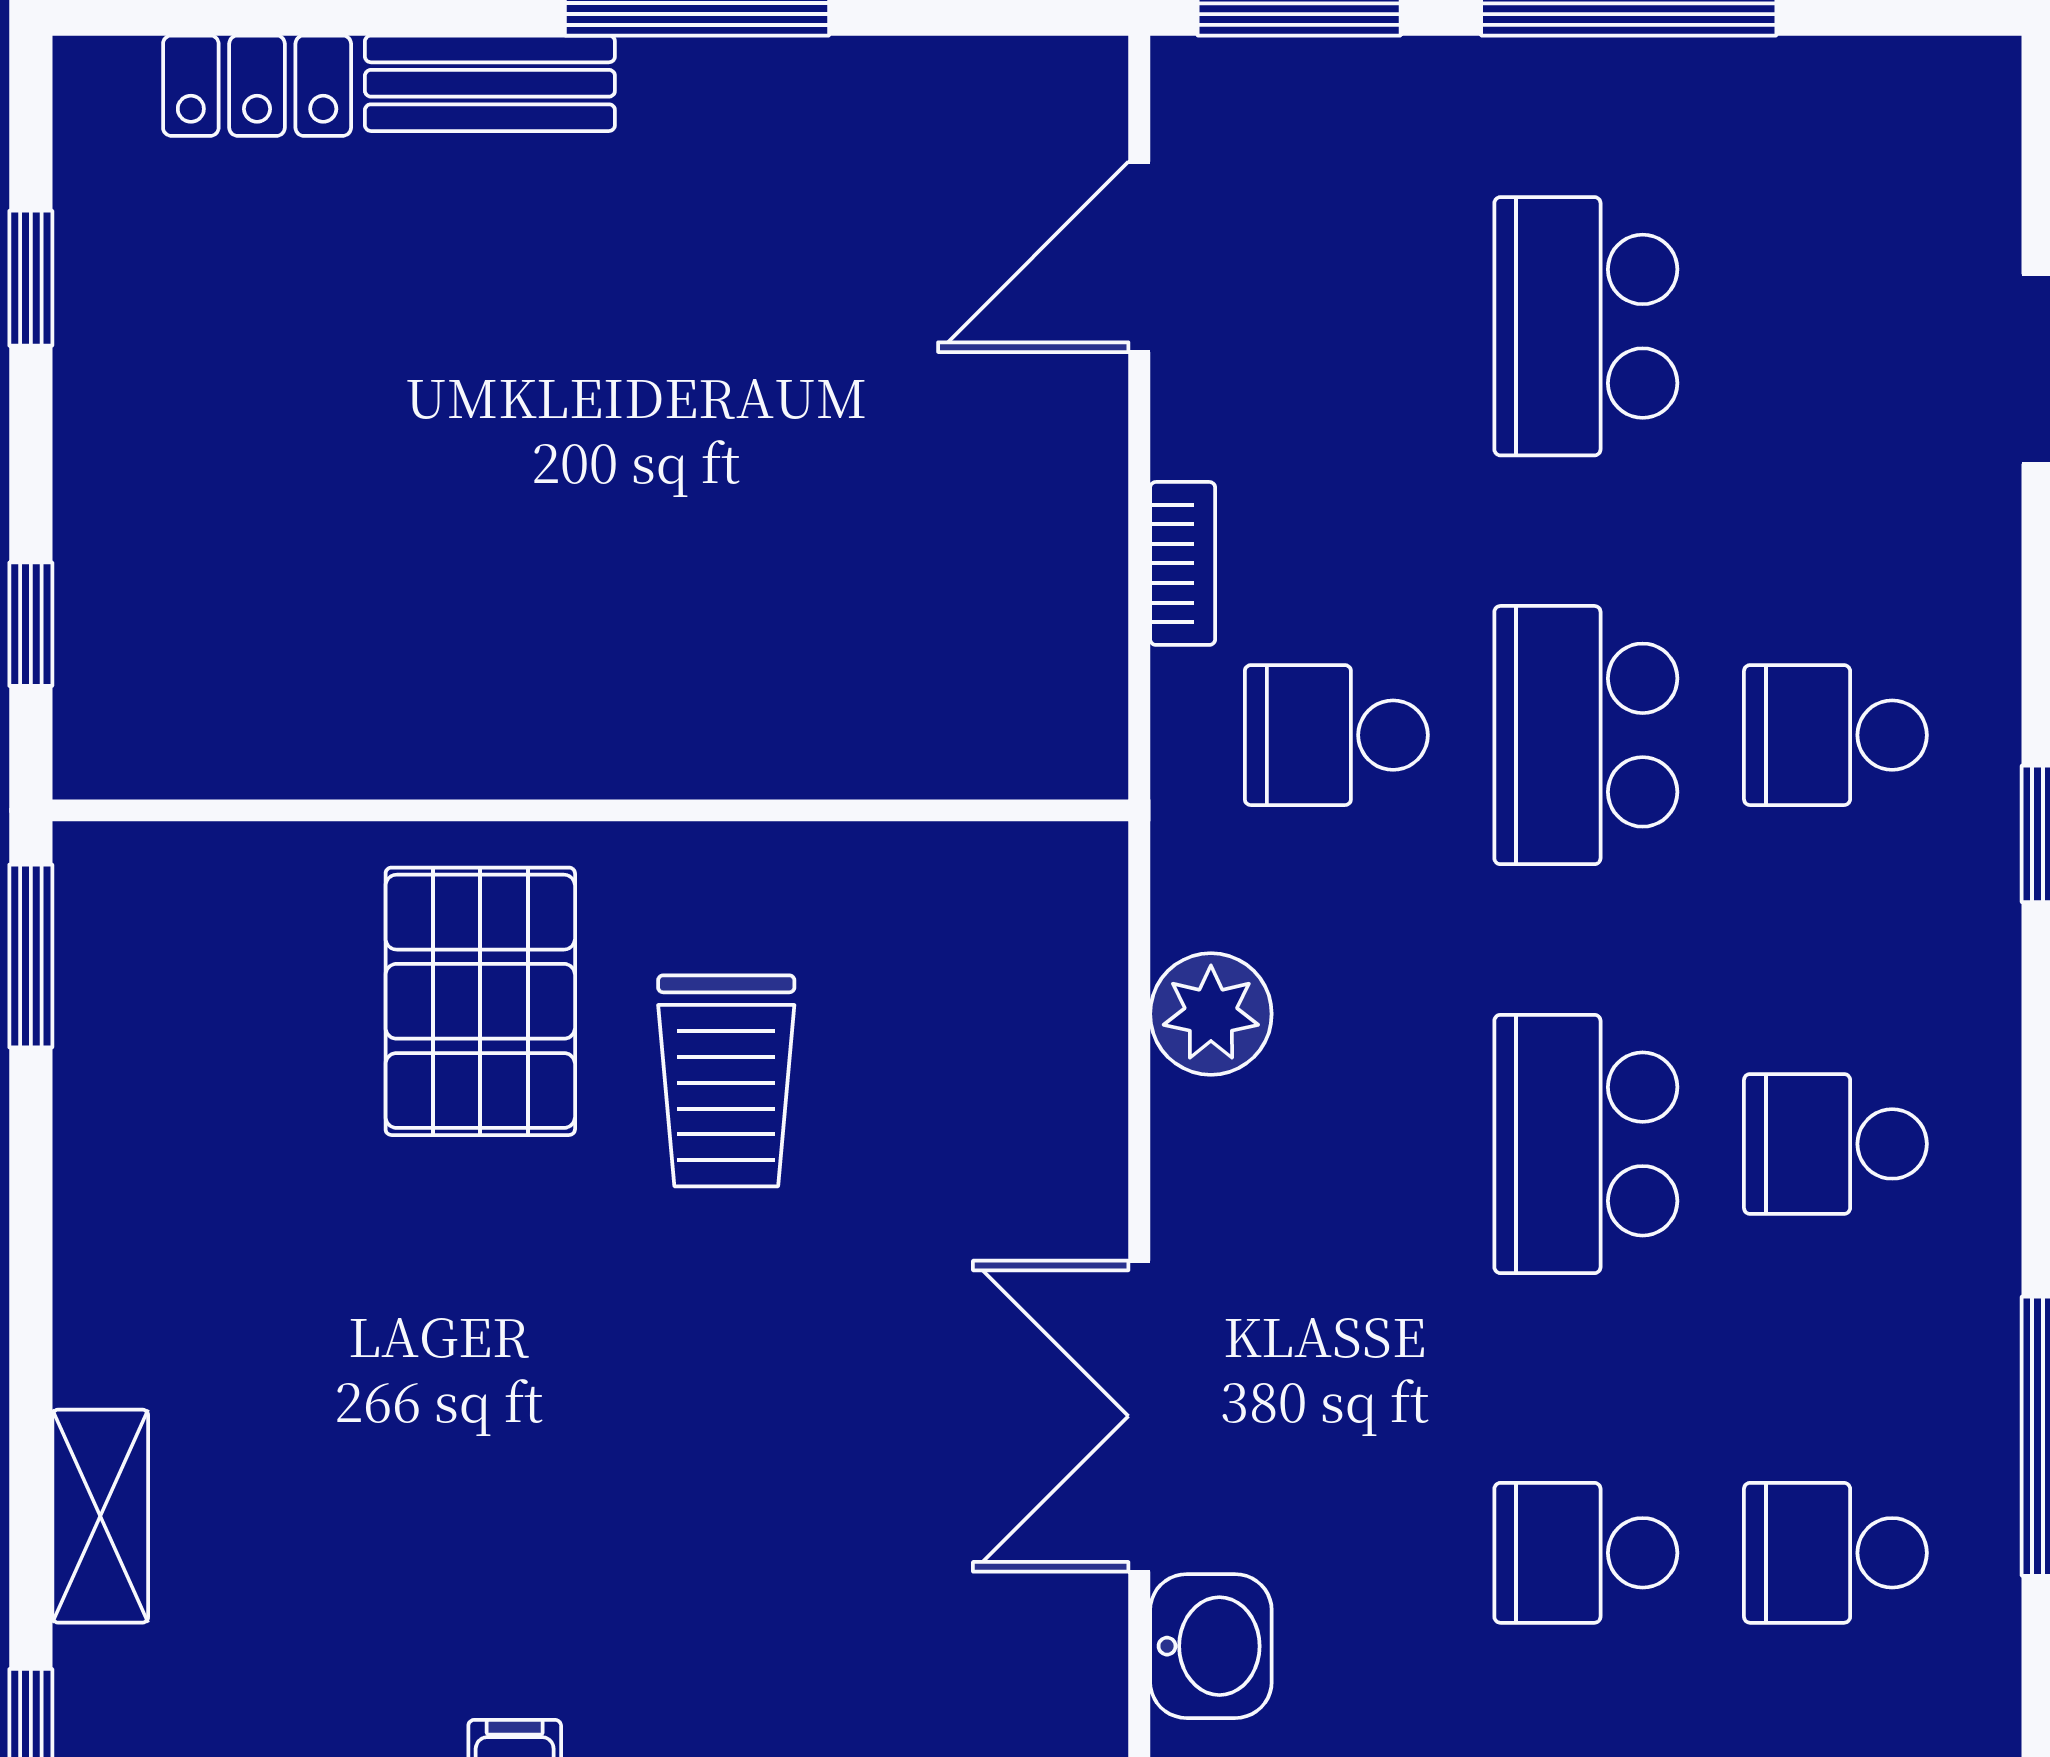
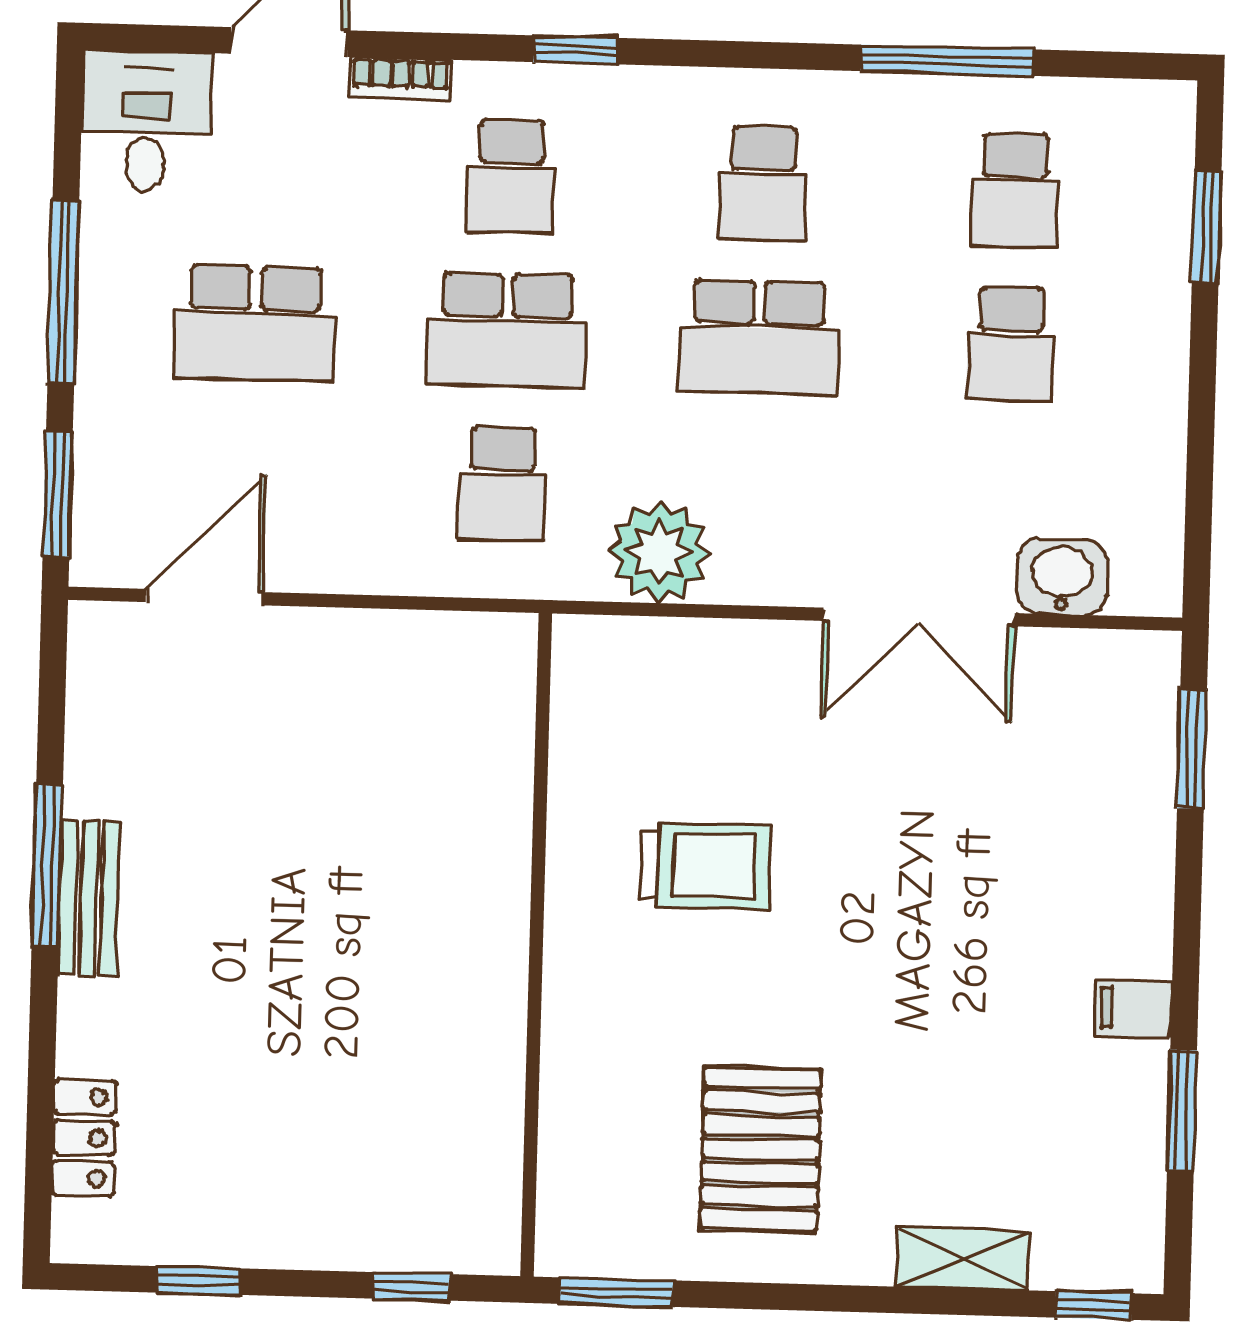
bench: (490, 83) -> (89, 898), moved
desk: (1908, 141) -> (146, 121), added
door: (1139, 257) -> (204, 597), swing flipped
bookcase: (1183, 563) -> (401, 78), moved, turned 180
pallet: (480, 1001) -> (761, 1149), moved, turned 90
plant: (1211, 1014) -> (659, 552), width x1.36, depth x1.36

